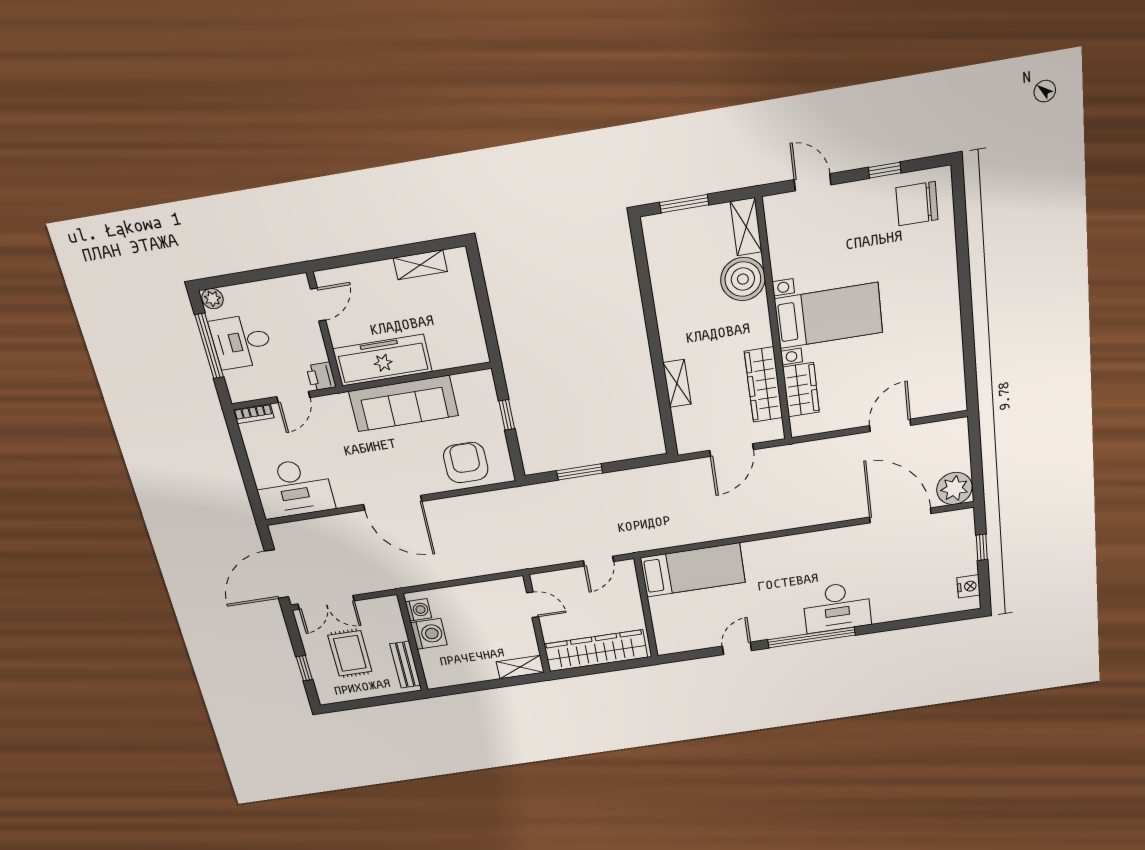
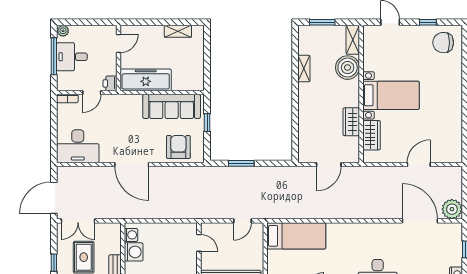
shelving: (677, 383) -> (304, 69), moved
wardrobe: (764, 385) -> (351, 122), width x0.67
sofa: (404, 403) -> (172, 106), moved

